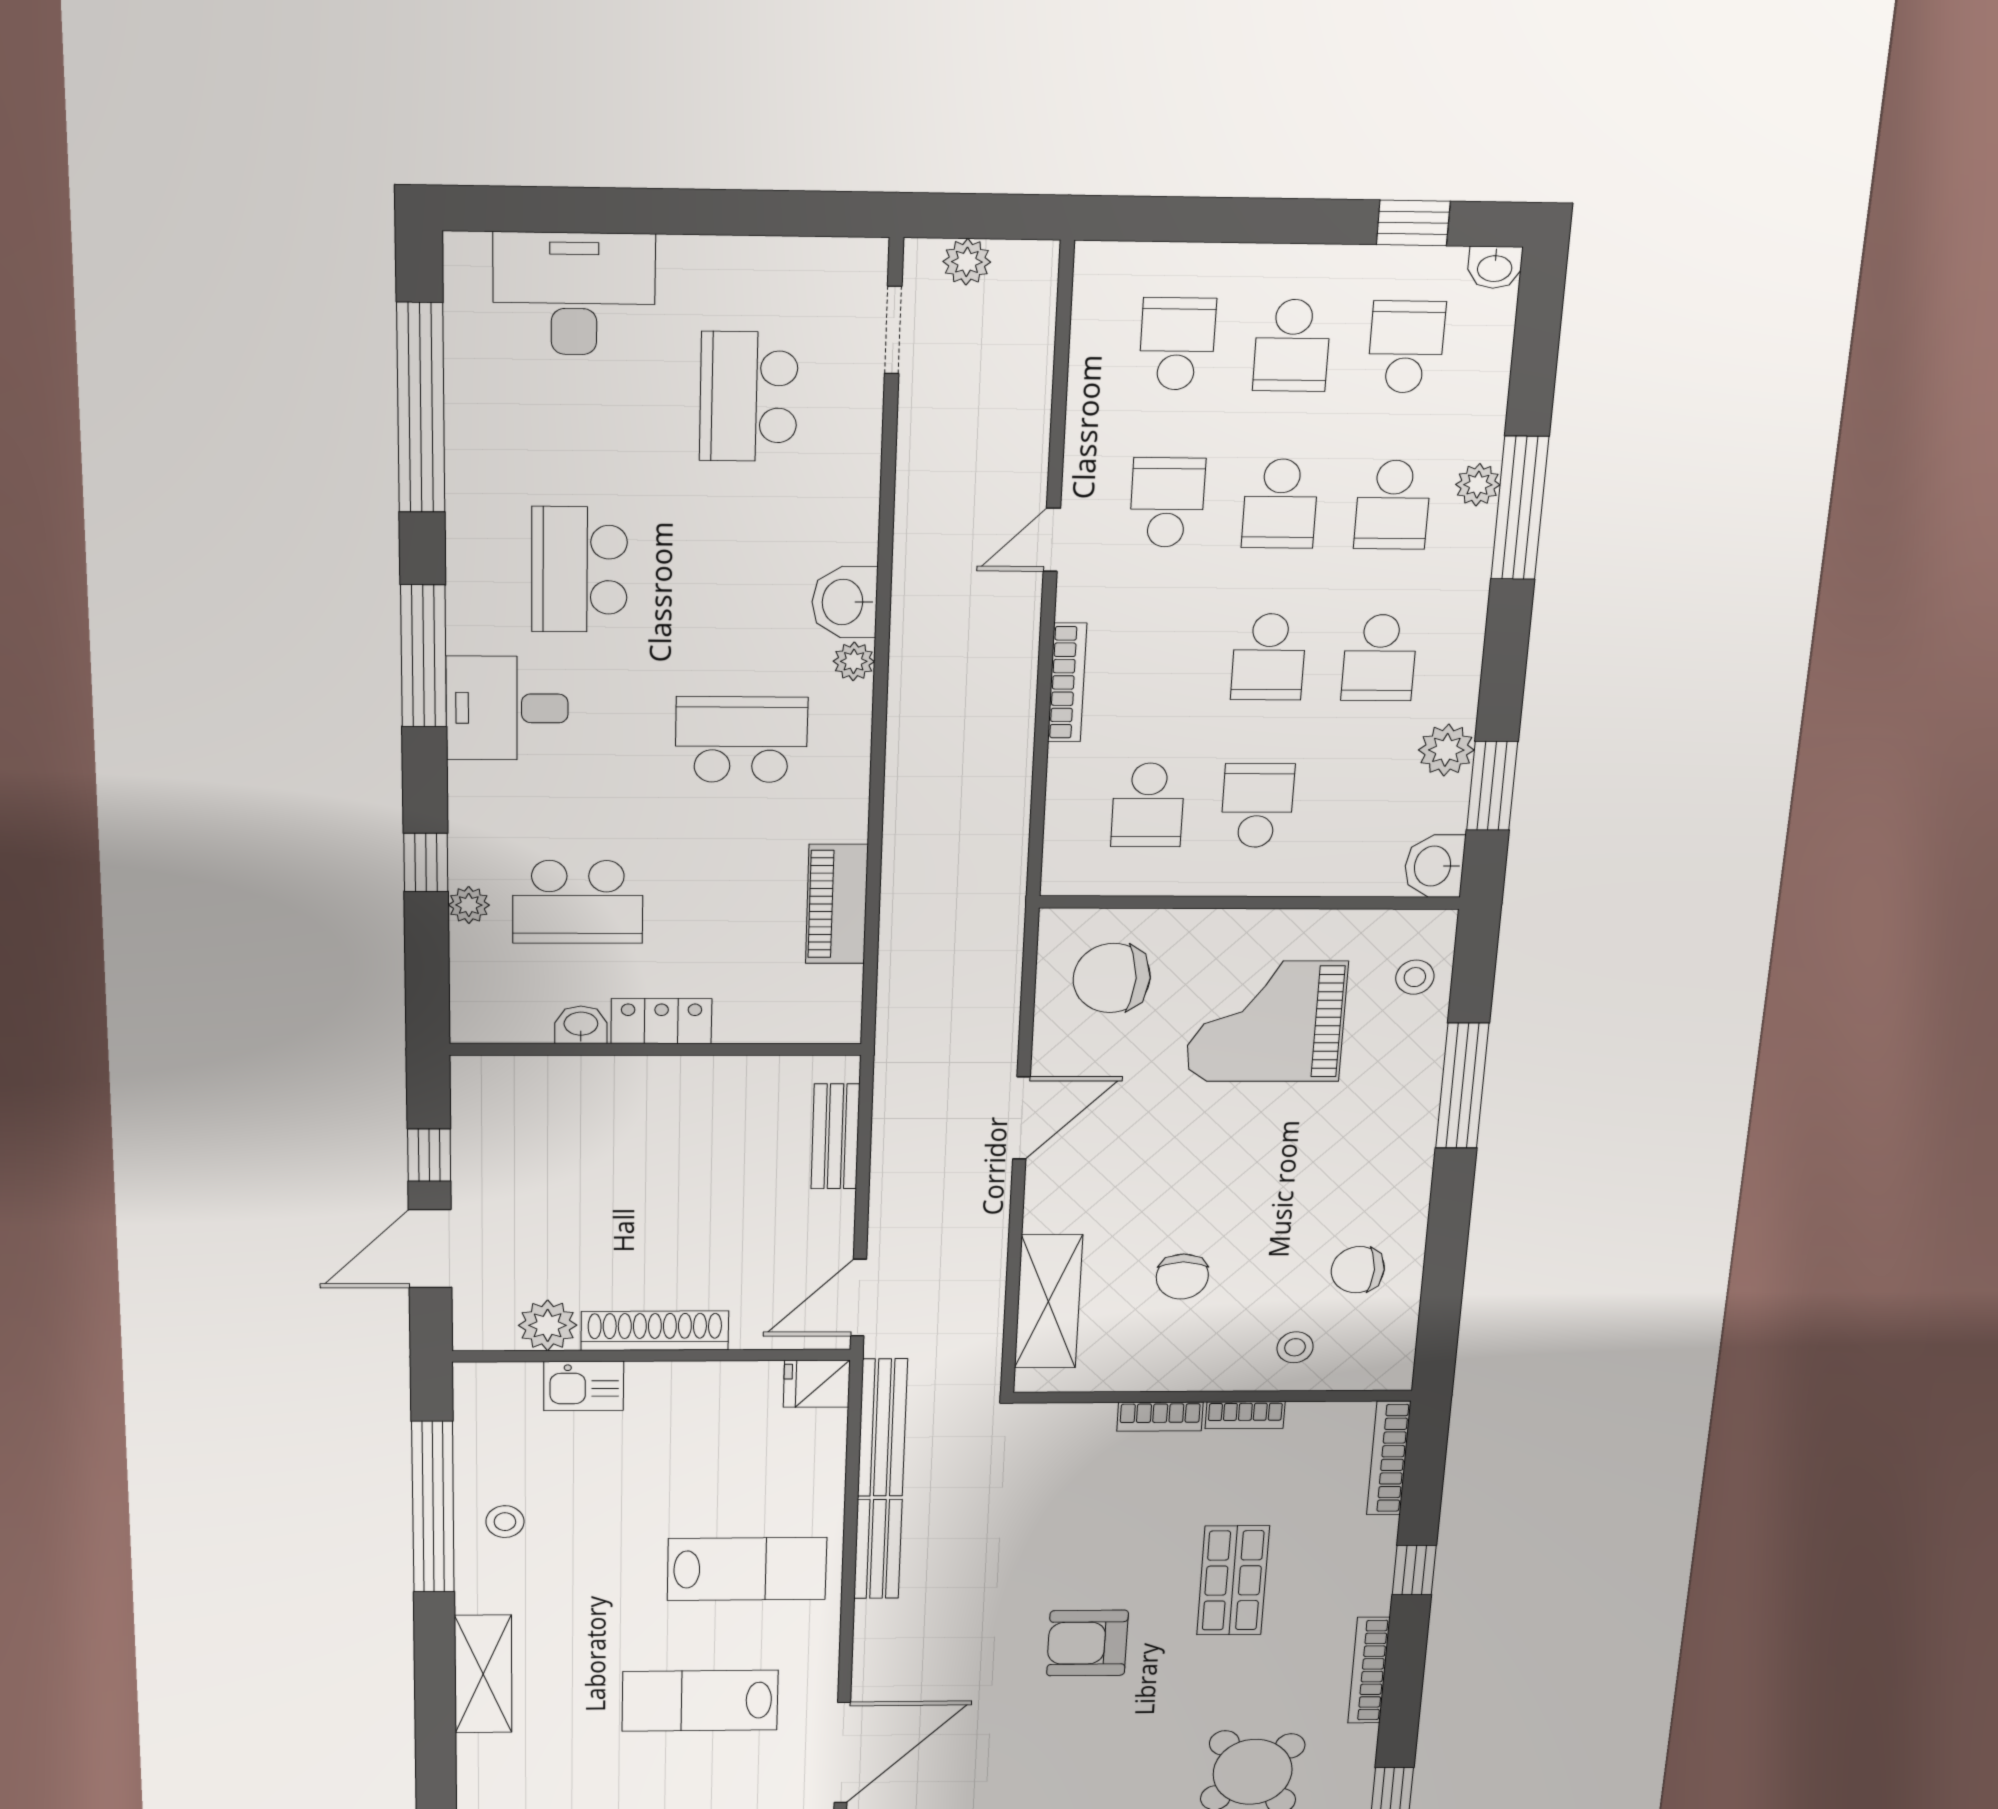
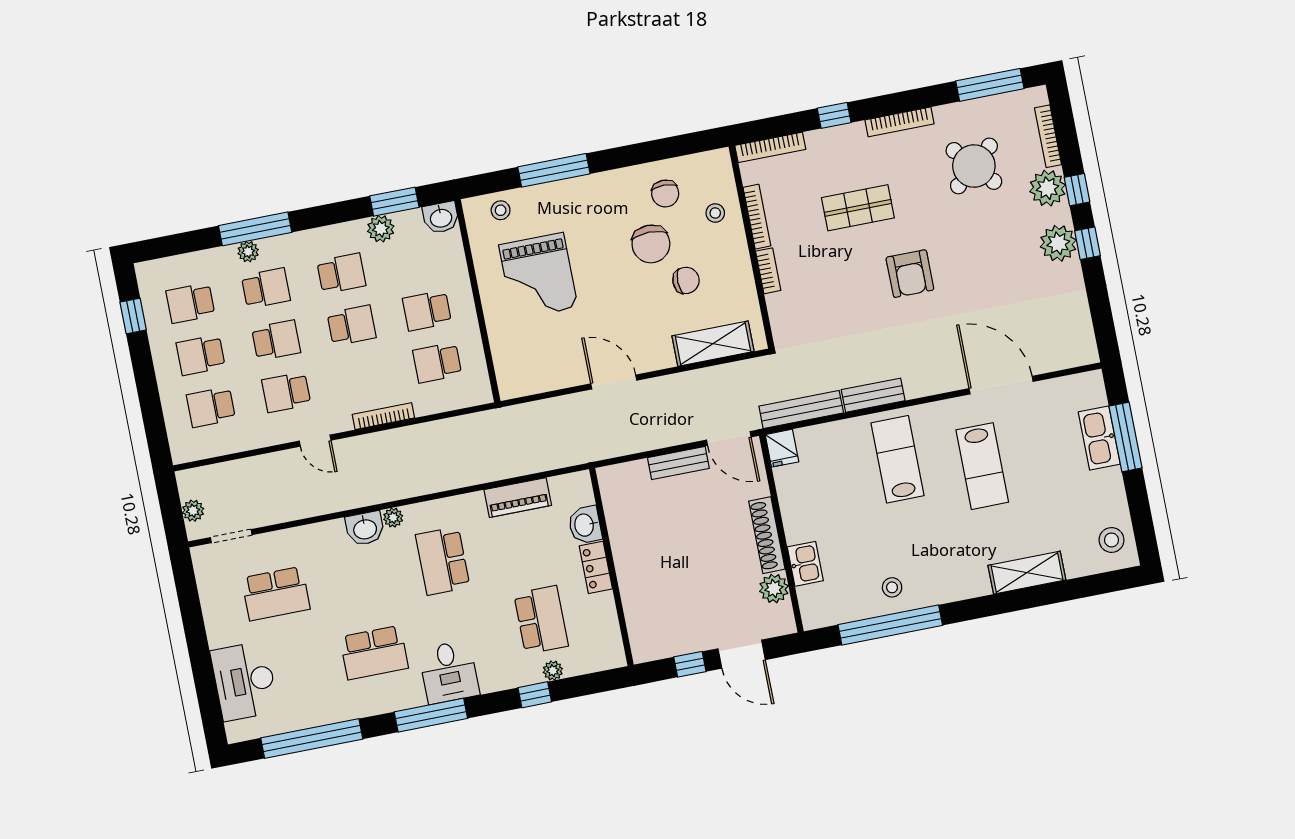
washbasin: (1495, 267) -> (145, 273), removed
school desk: (1292, 345) -> (201, 355), turned 180
school desk: (1148, 805) -> (437, 363), turned 180
chair: (1112, 978) -> (651, 244), moved
washbasin: (581, 1025) -> (585, 525), moved, width x1.38, depth x1.45
bench: (835, 1137) -> (678, 463), moved
bookcase: (1245, 1415) -> (757, 217), width x1.56
shelving: (483, 1674) -> (1027, 573), moved

